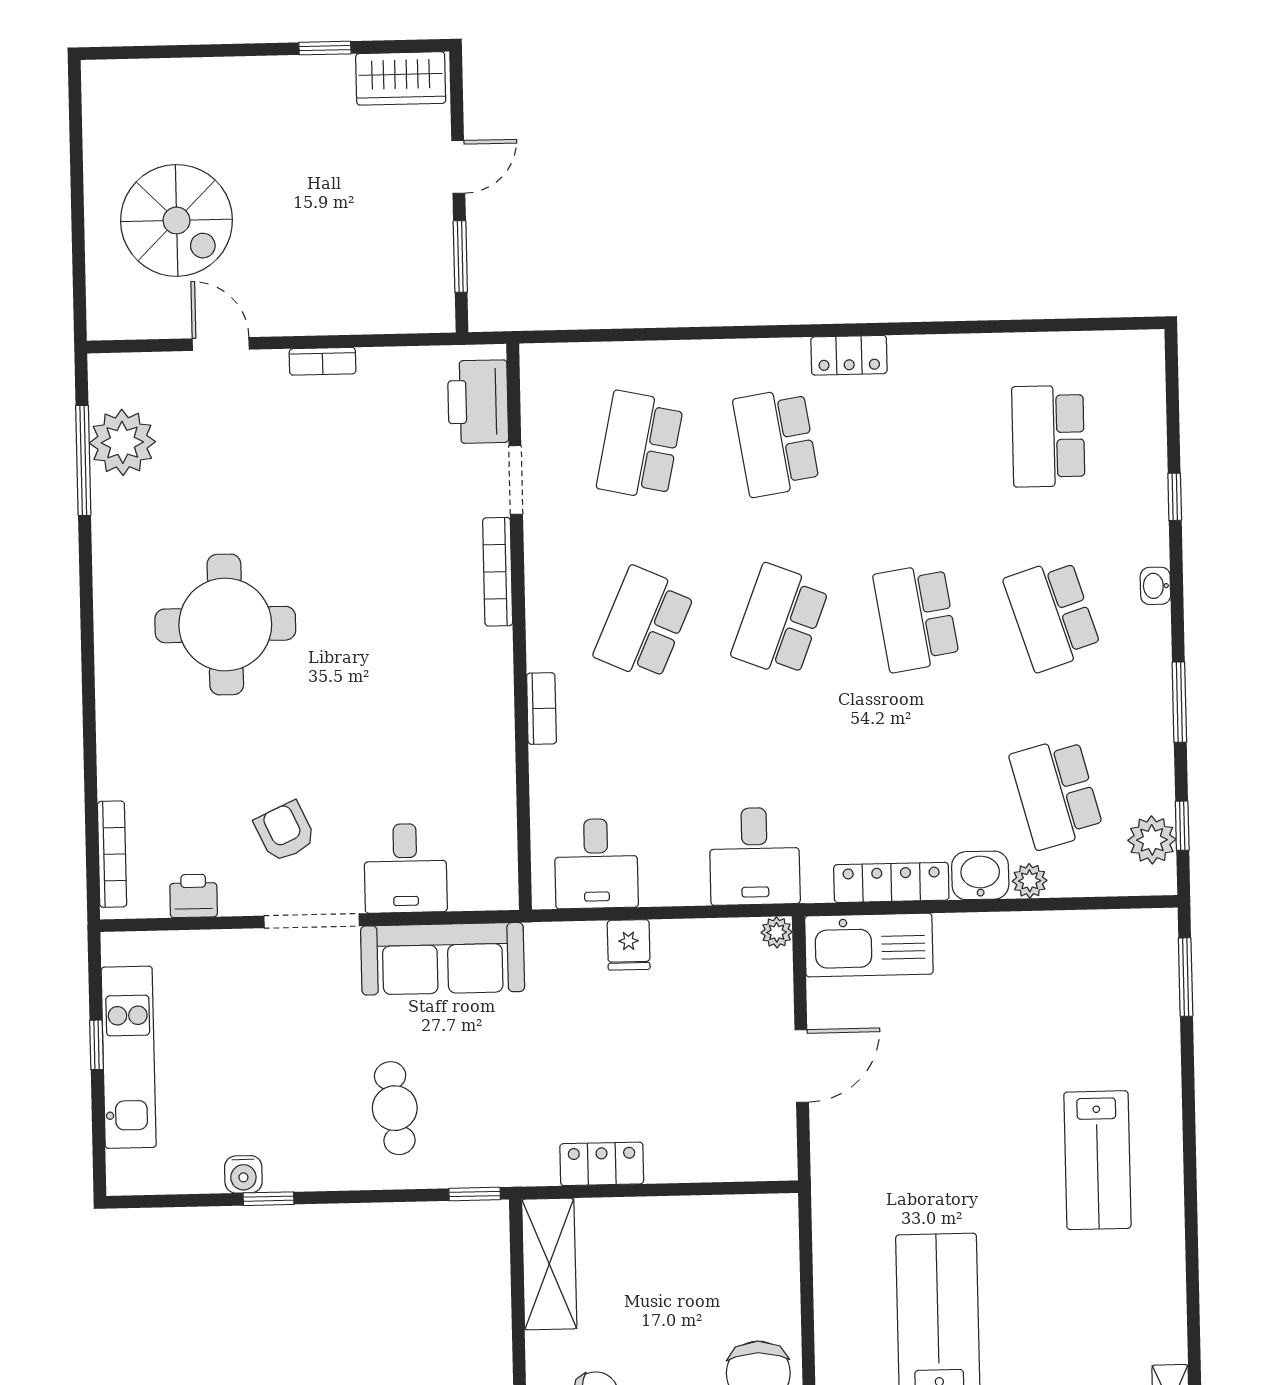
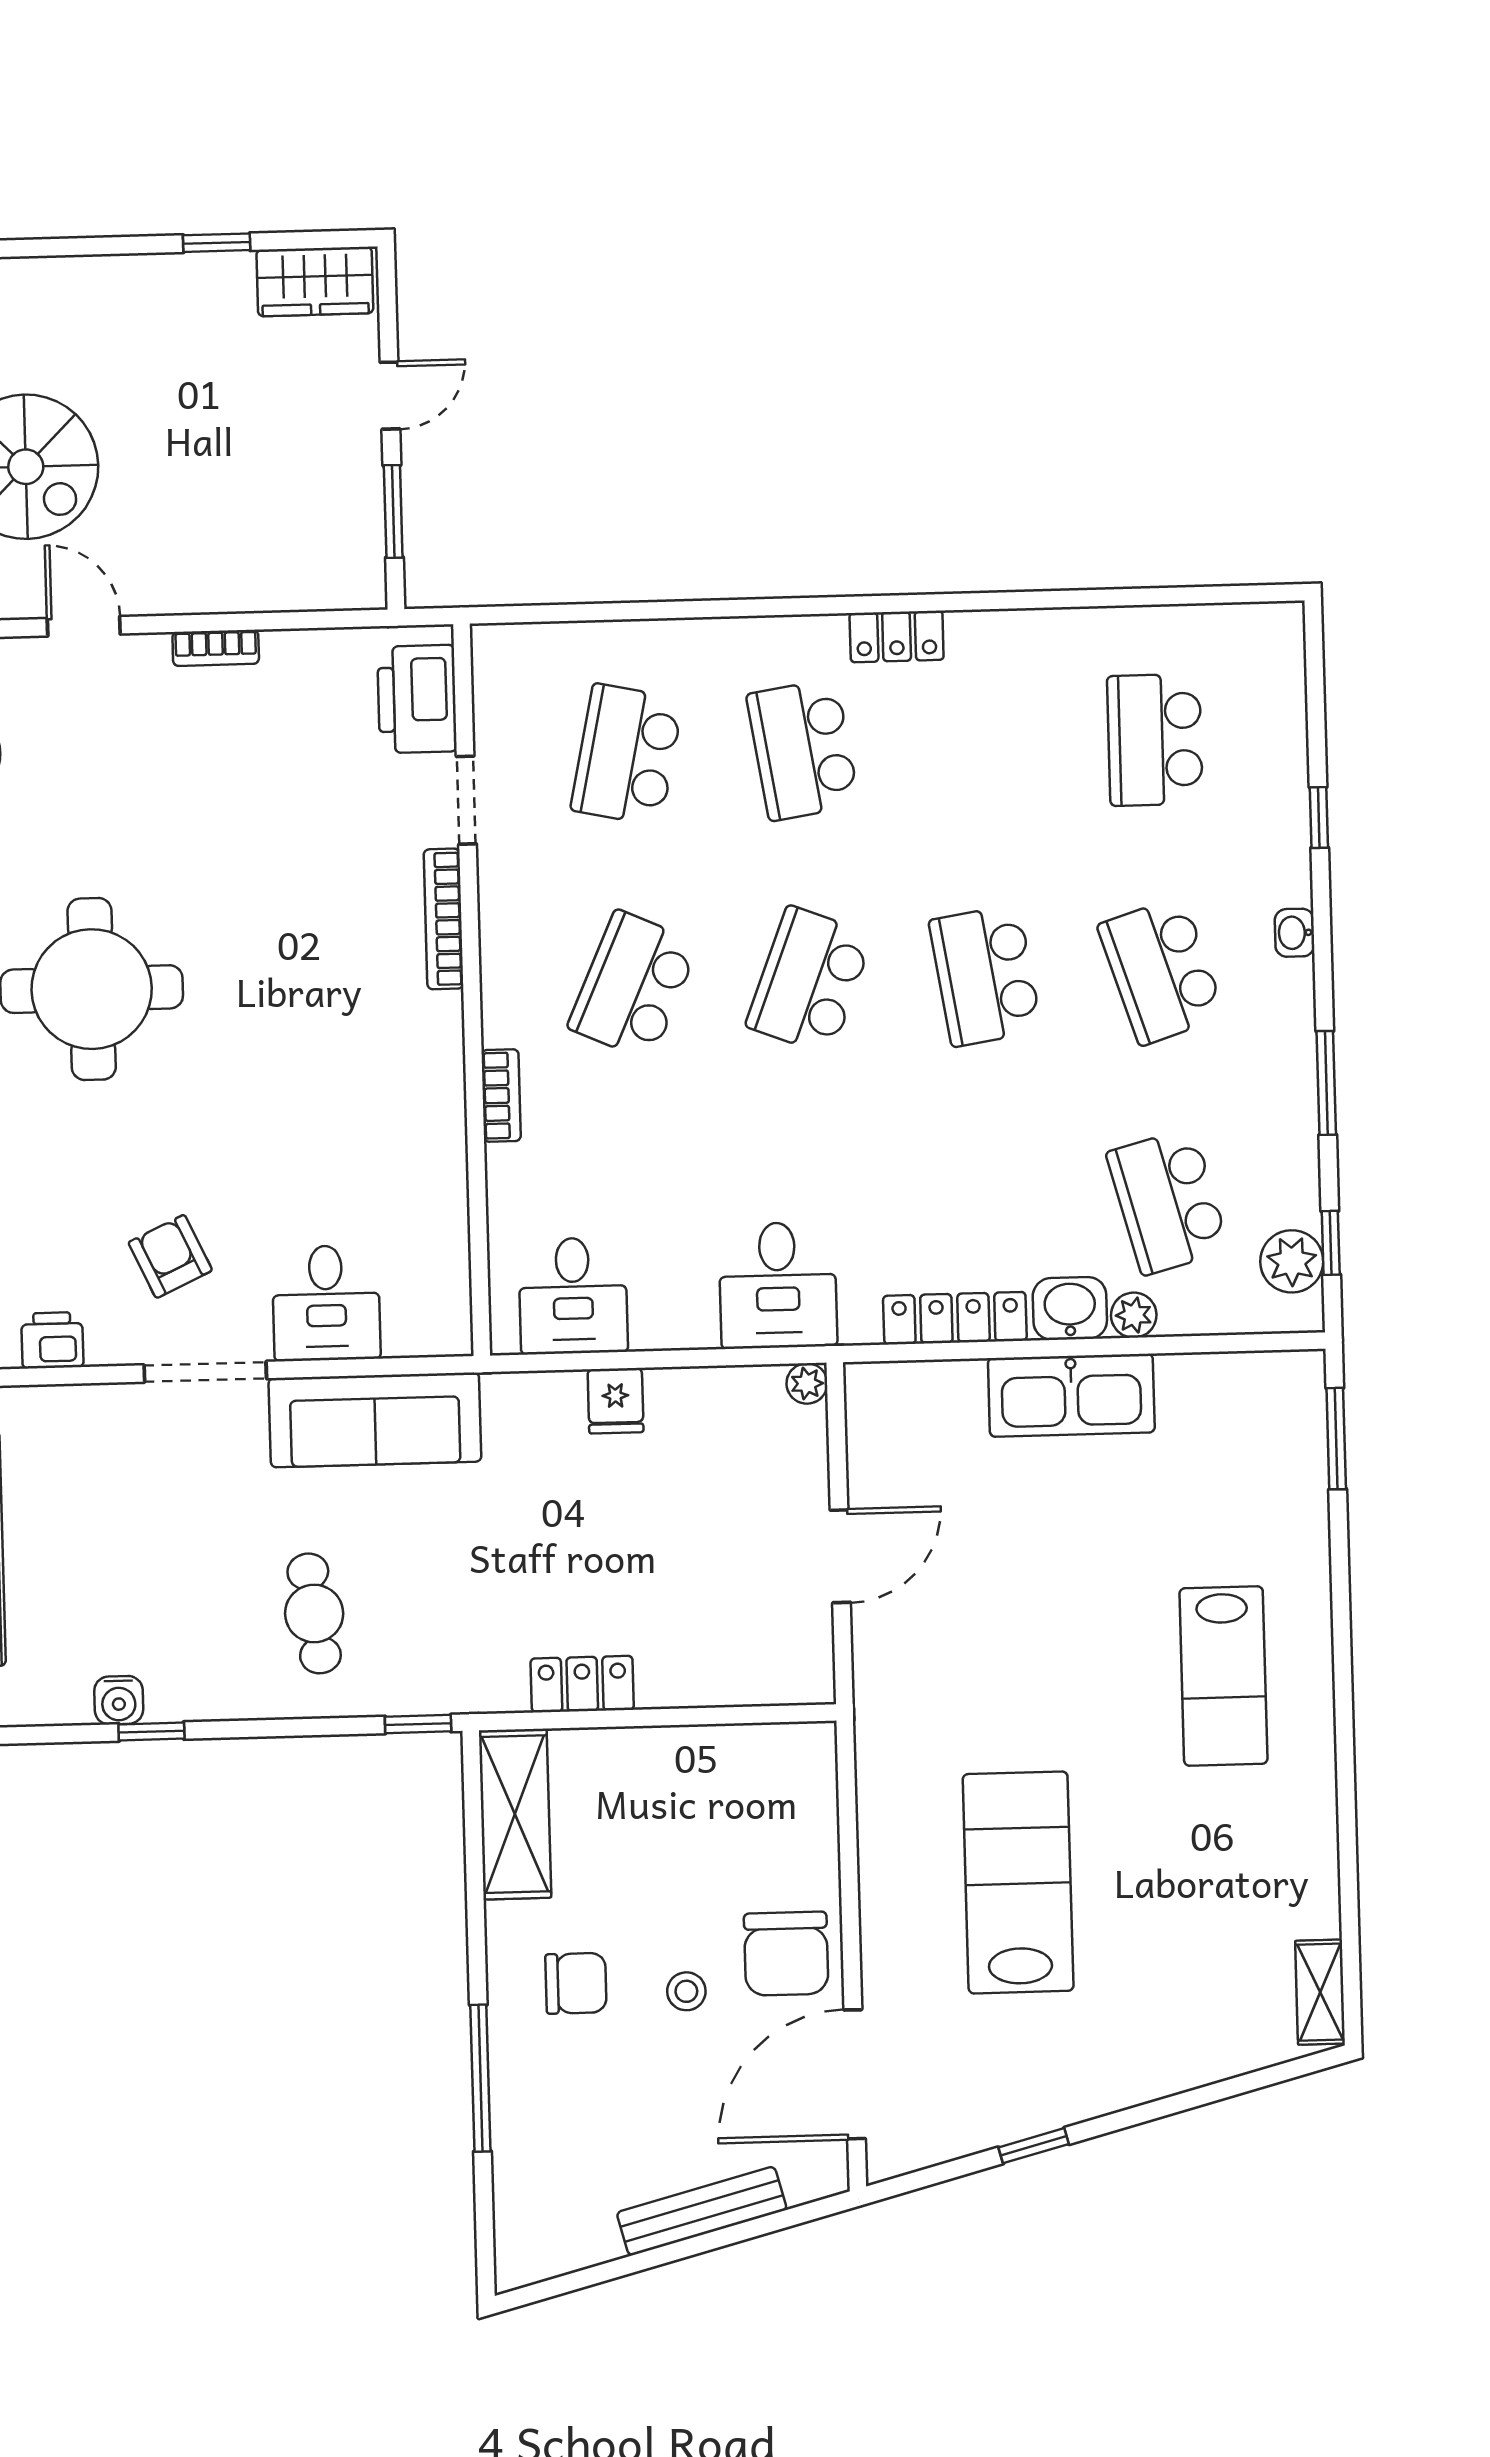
kitchen sink: (869, 945) -> (1071, 1395), moved

